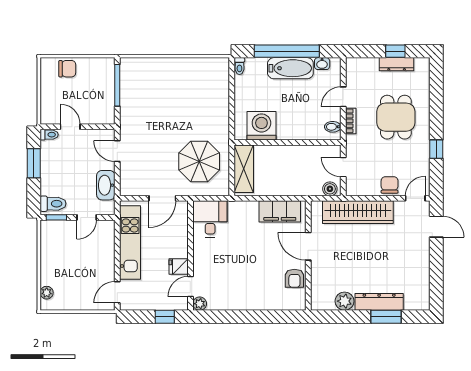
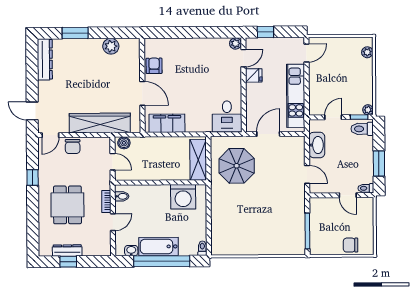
plant: (46, 226) -> (368, 110), added
dresser: (379, 302) -> (45, 59), moved, turned -90

